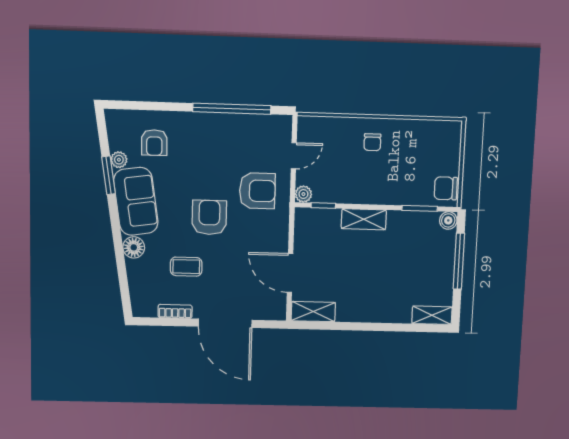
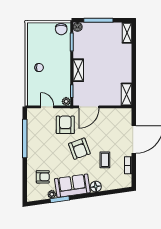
armchair: (209, 217) -> (79, 149), turned -110
door: (290, 273) -> (89, 107), moved

